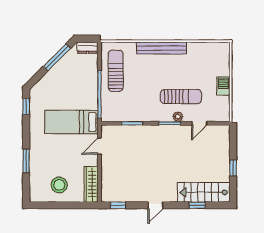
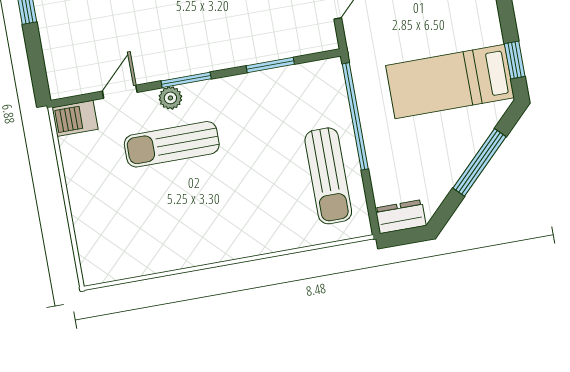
bench: (162, 48) -> (235, 245), removed
window: (57, 57) -> (480, 162), moved
barbecue: (223, 86) -> (75, 118), moved, turned 90
bed: (71, 122) -> (450, 82), moved, turned 180

